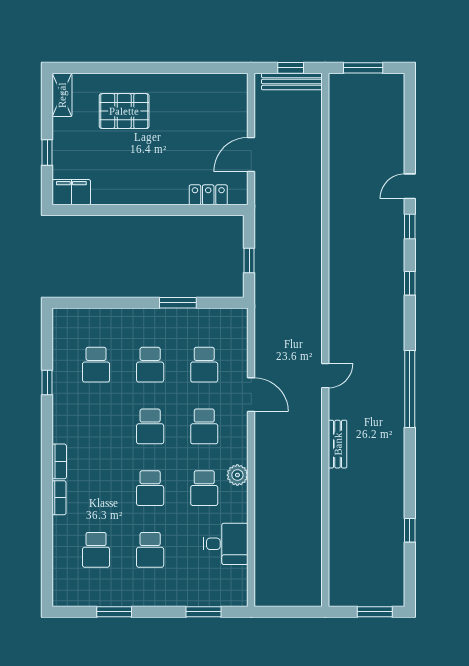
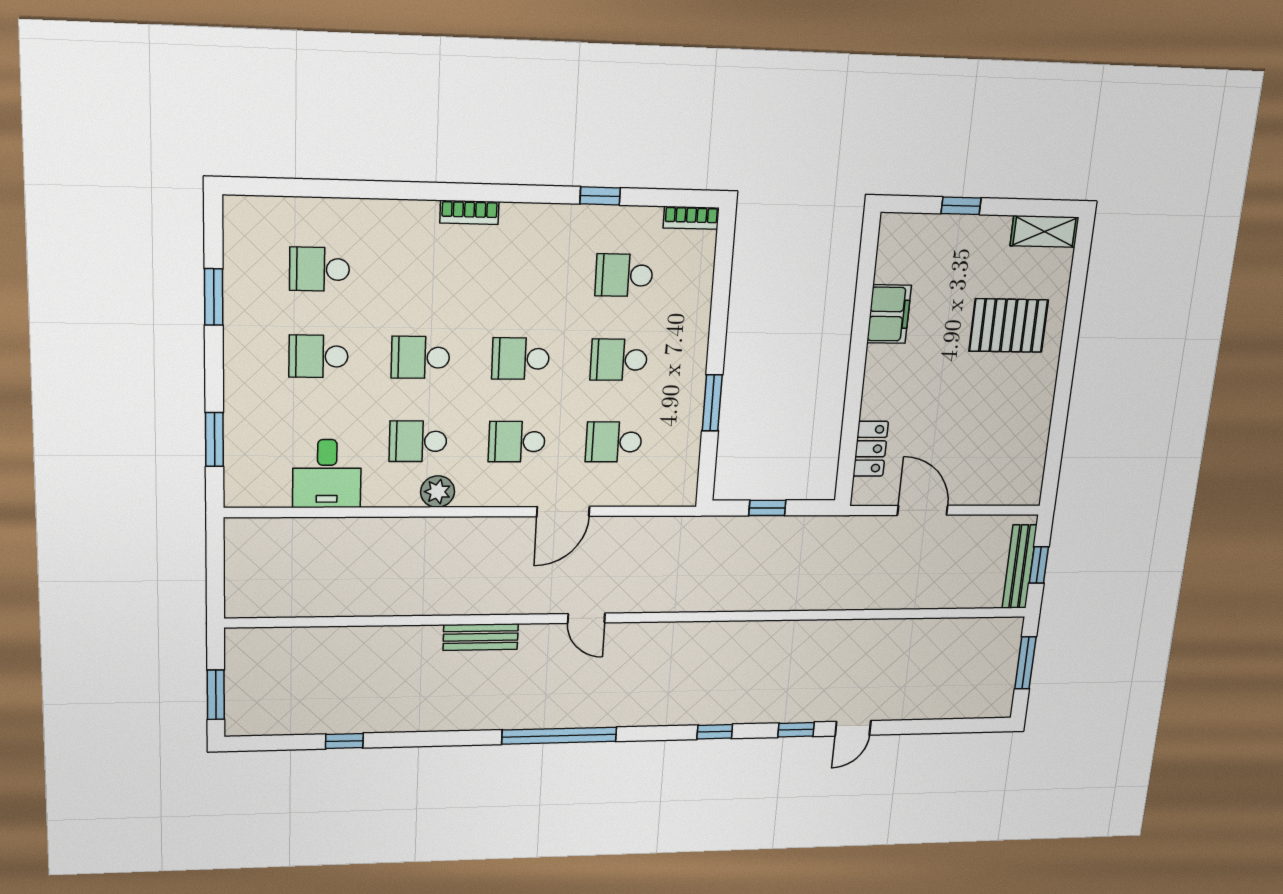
pallet: (124, 111) -> (1009, 326), turned 90
door: (410, 186) -> (853, 728), swing flipped
filing cabinet: (71, 192) -> (889, 314), moved
bookcase: (59, 498) -> (691, 218), moved

